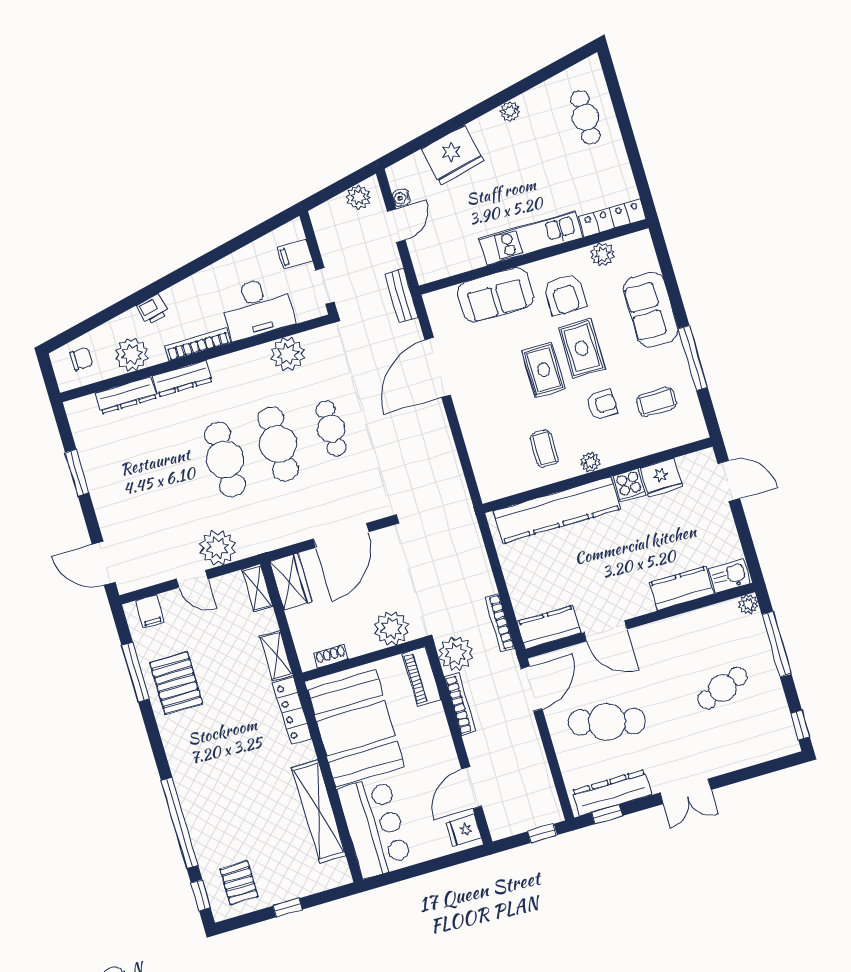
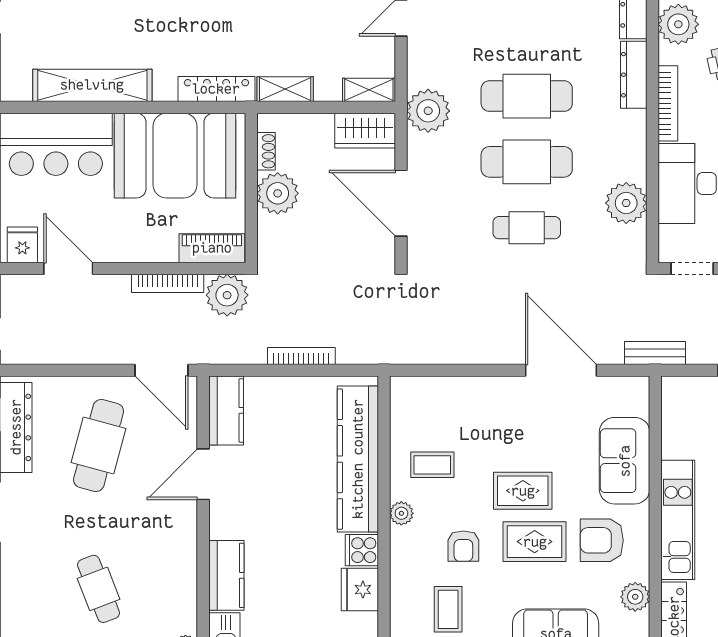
plant: (218, 548) -> (428, 111), moved
bookcase: (500, 623) -> (301, 356), moved
plant: (391, 628) -> (278, 193), moved

